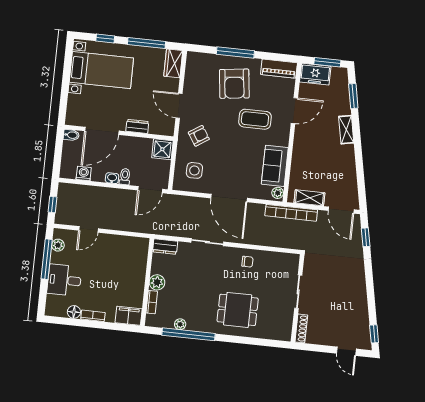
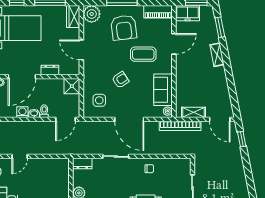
plant: (196, 63) -> (92, 14), added
armchair: (199, 136) -> (120, 80), moved
washing machine: (84, 173) -> (22, 112), moved

